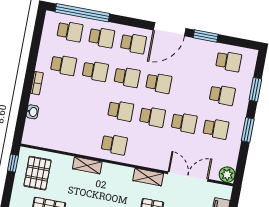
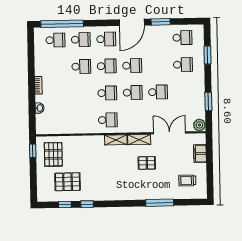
school desk: (64, 65) -> (56, 67), removed
school desk: (216, 129) -> (183, 92), removed
window: (248, 130) -> (208, 101), moved
shelving: (87, 165) -> (116, 140), moved

